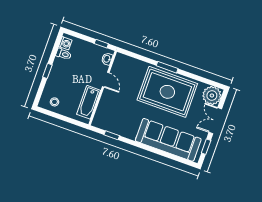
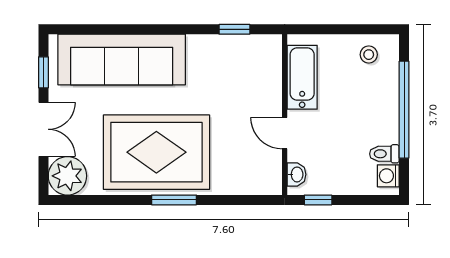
window: (47, 71) -> (404, 110), width x3.17

